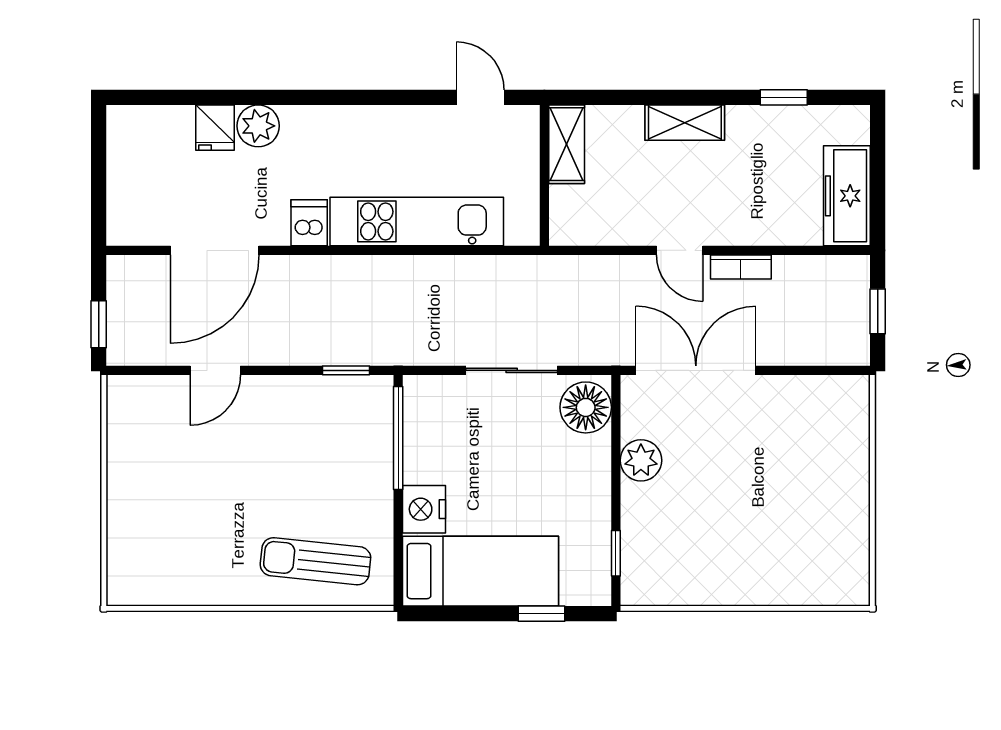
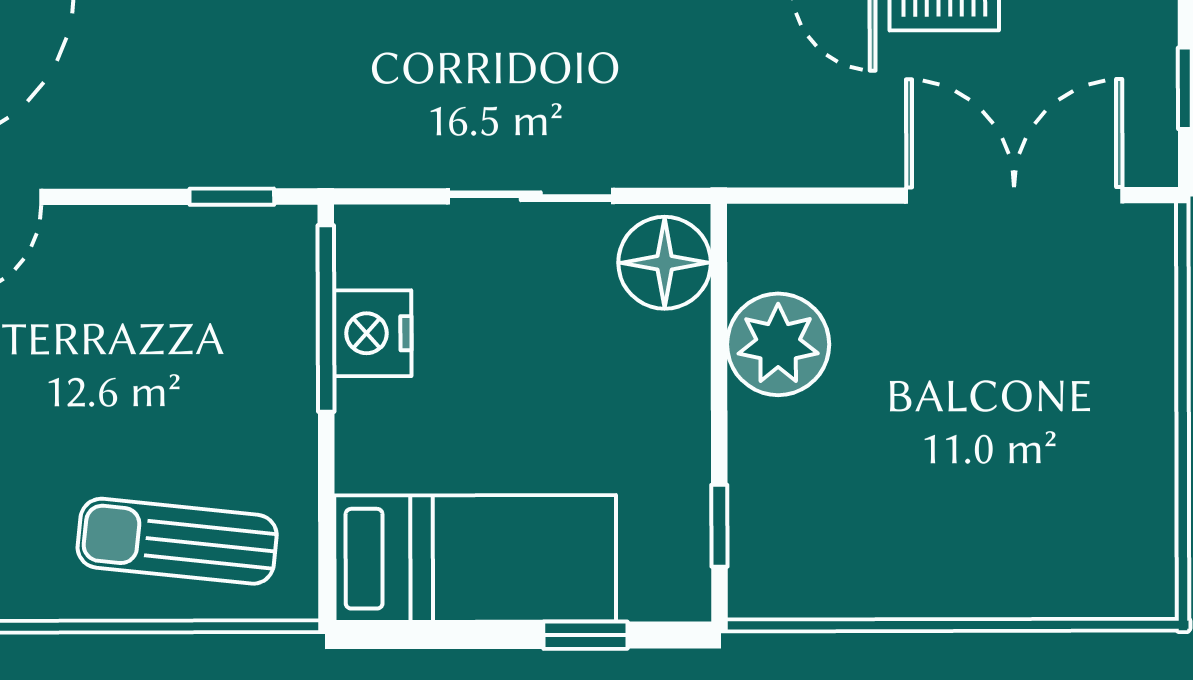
double door: (696, 370) -> (1014, 195), moved
plant: (641, 460) -> (778, 344), width x1.36, depth x1.36
nightstand: (424, 509) -> (373, 333), moved

